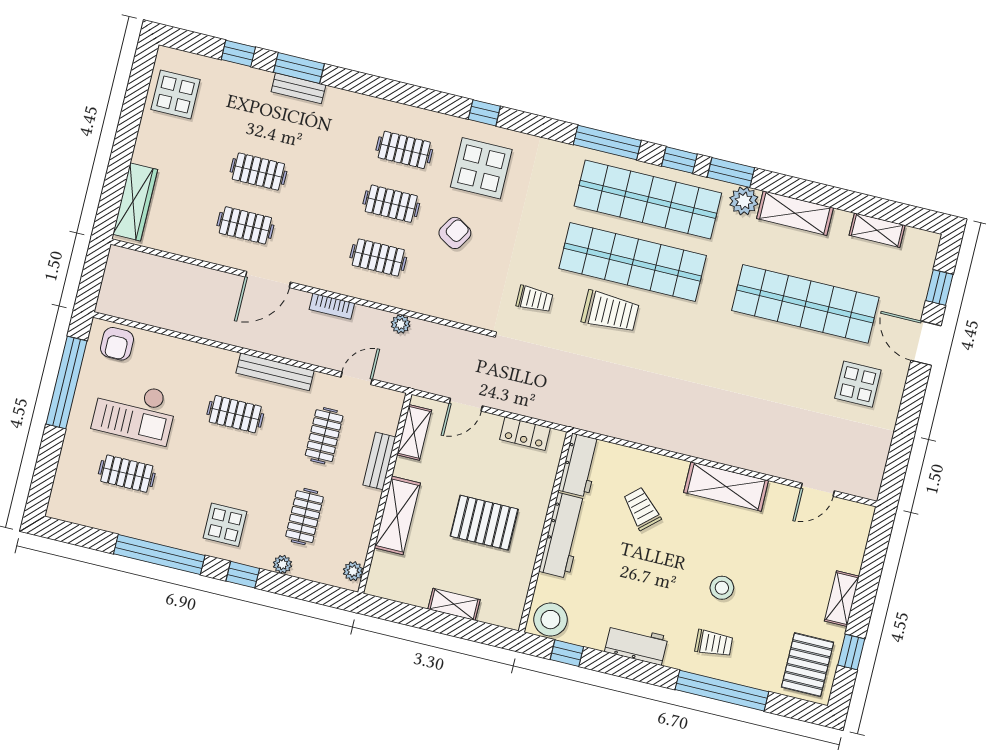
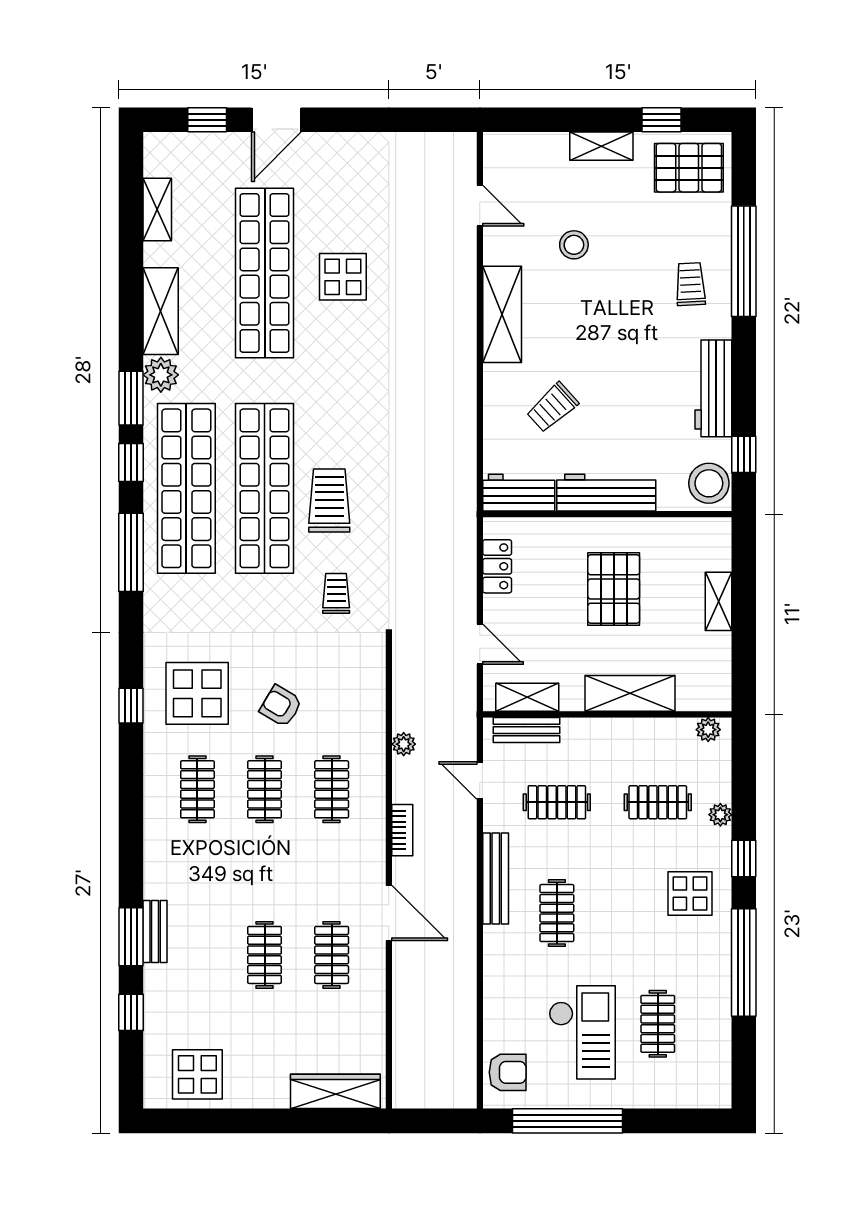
display table: (858, 384) -> (343, 277), moved
bench: (379, 461) -> (526, 730), moved
stool: (722, 588) -> (574, 245), moved
workbench: (636, 644) -> (713, 388), width x1.37

